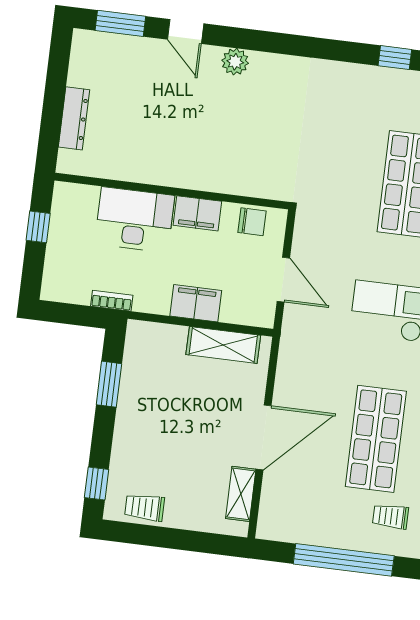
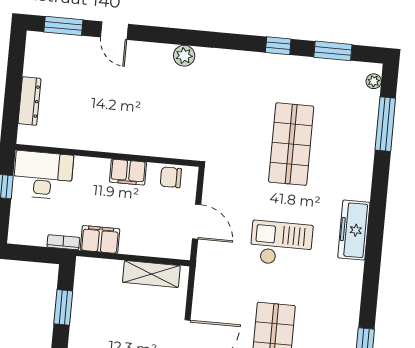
plant: (235, 62) -> (184, 56), moved
desk: (135, 220) -> (43, 175), moved
chair: (252, 222) -> (171, 177), turned 180
filing cabinet: (196, 303) -> (100, 239), moved

